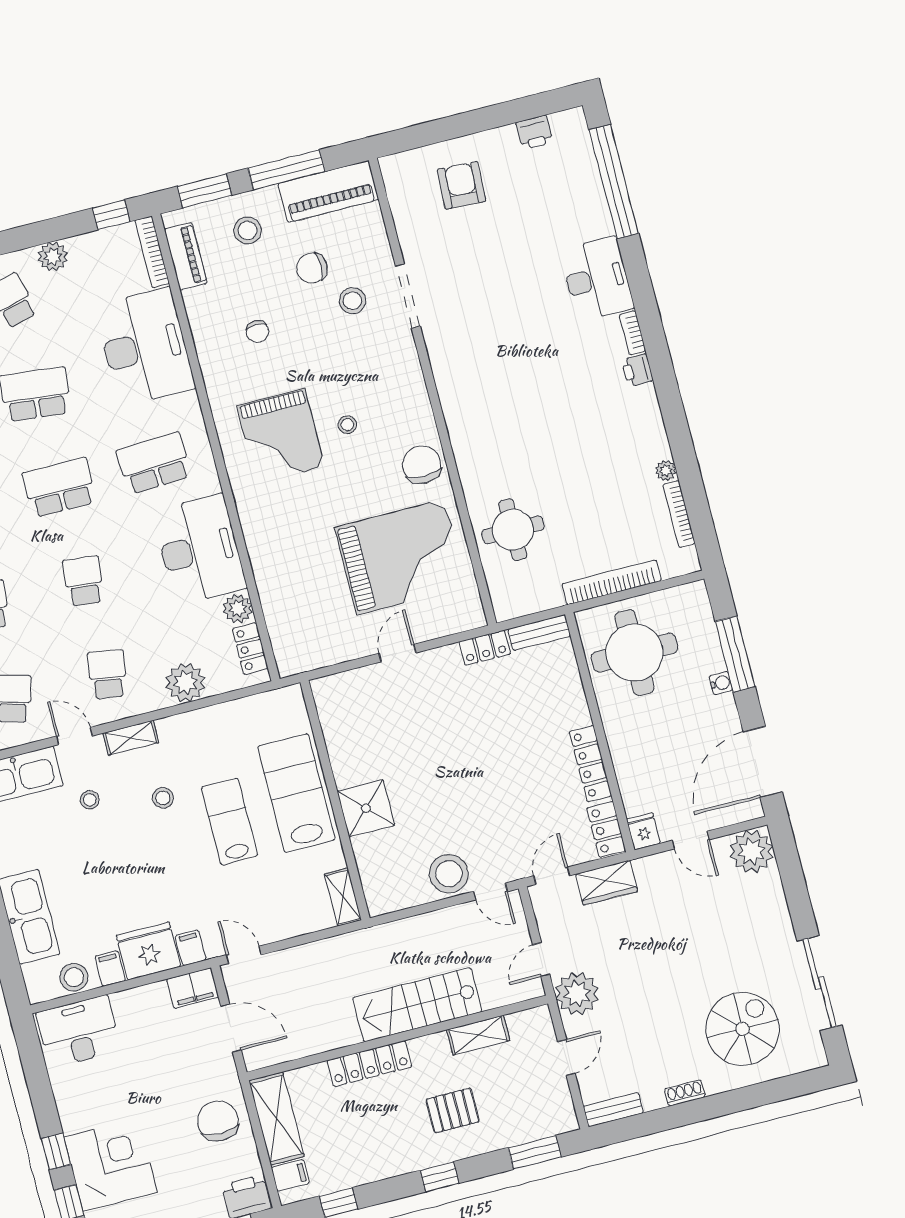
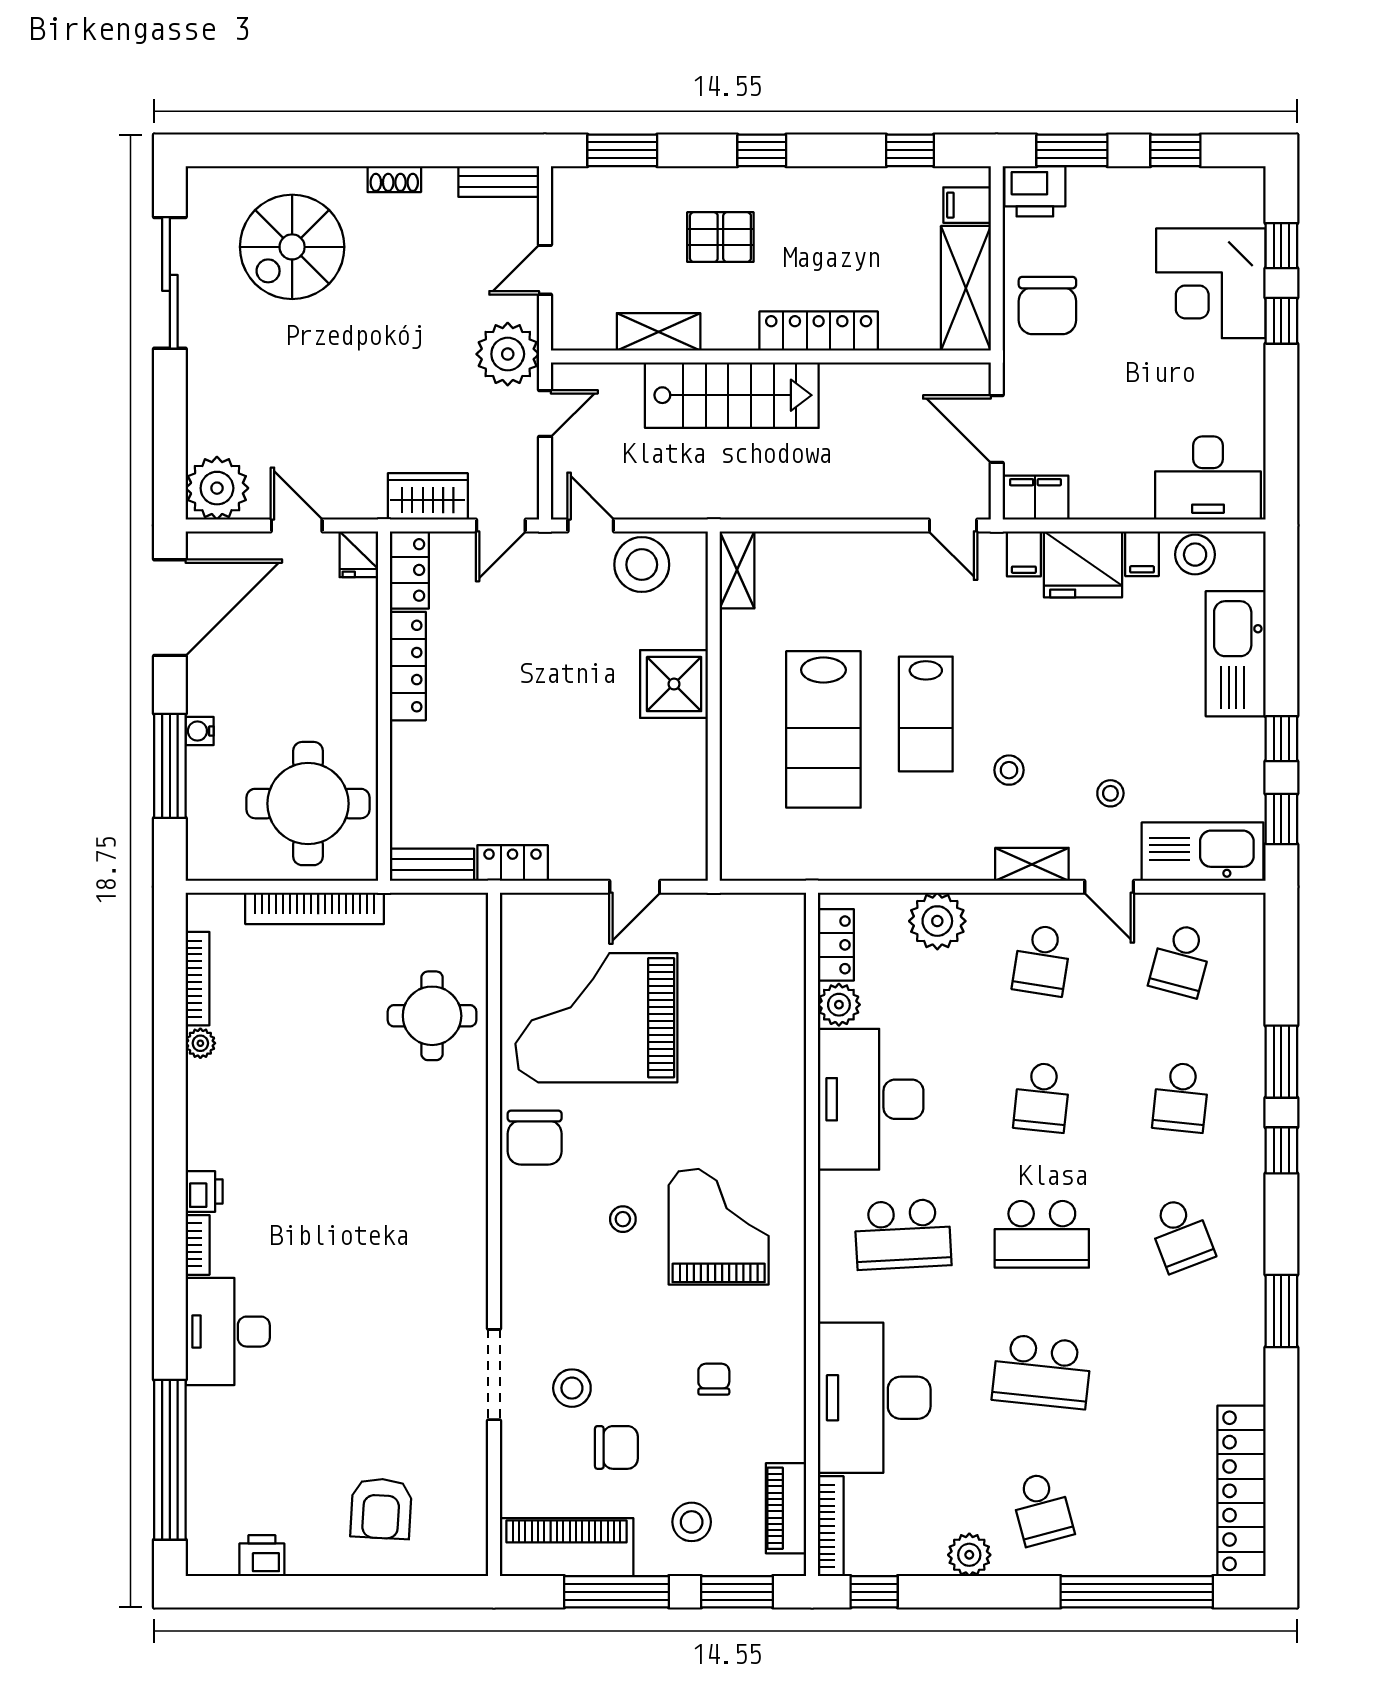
wall: (335, 800) -> (714, 706), moved
shower: (366, 808) -> (674, 684), moved
shelving: (343, 897) -> (737, 570), moved

